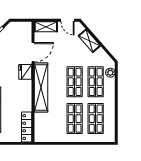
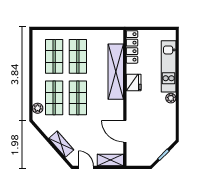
door: (33, 52) -> (125, 131), hinge flipped
fridge: (25, 72) -> (134, 83), moved
shelving: (41, 88) -> (116, 72), moved

